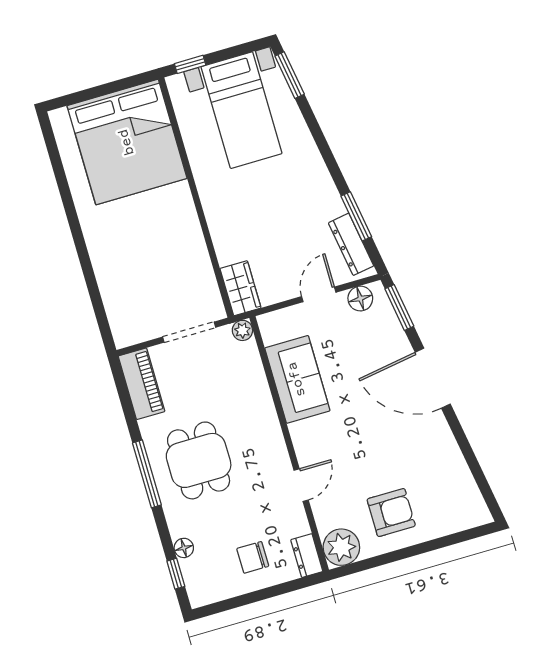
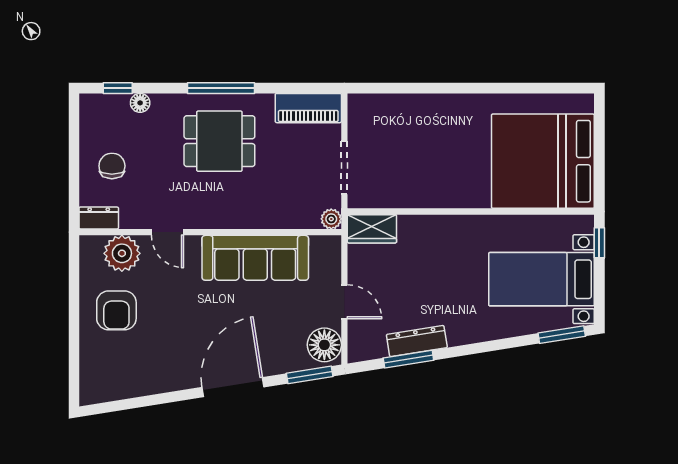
dresser: (351, 244) -> (417, 341), moved
floor lamp: (360, 299) -> (324, 345), width x1.38, depth x1.38
sofa: (297, 379) -> (255, 258), width x1.36
plant: (341, 547) -> (122, 253), moved

